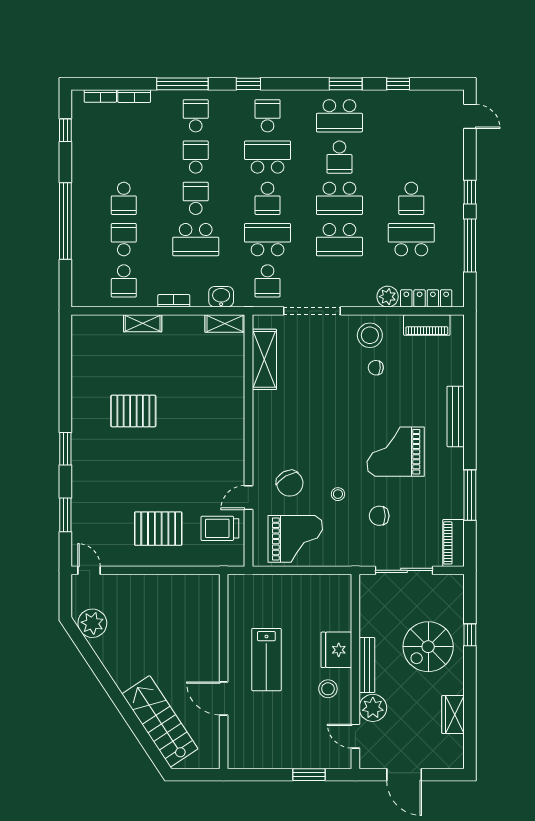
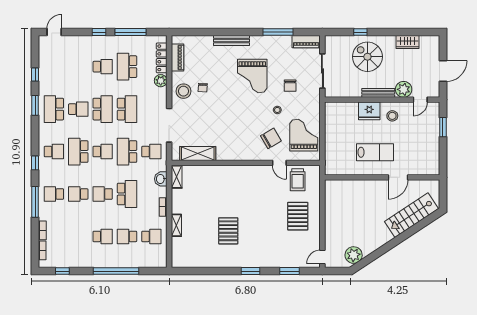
school desk: (268, 116) -> (54, 152), turned 180
school desk: (339, 116) -> (54, 109), turned 180
spiral stairs: (428, 647) -> (367, 57), turned 180

